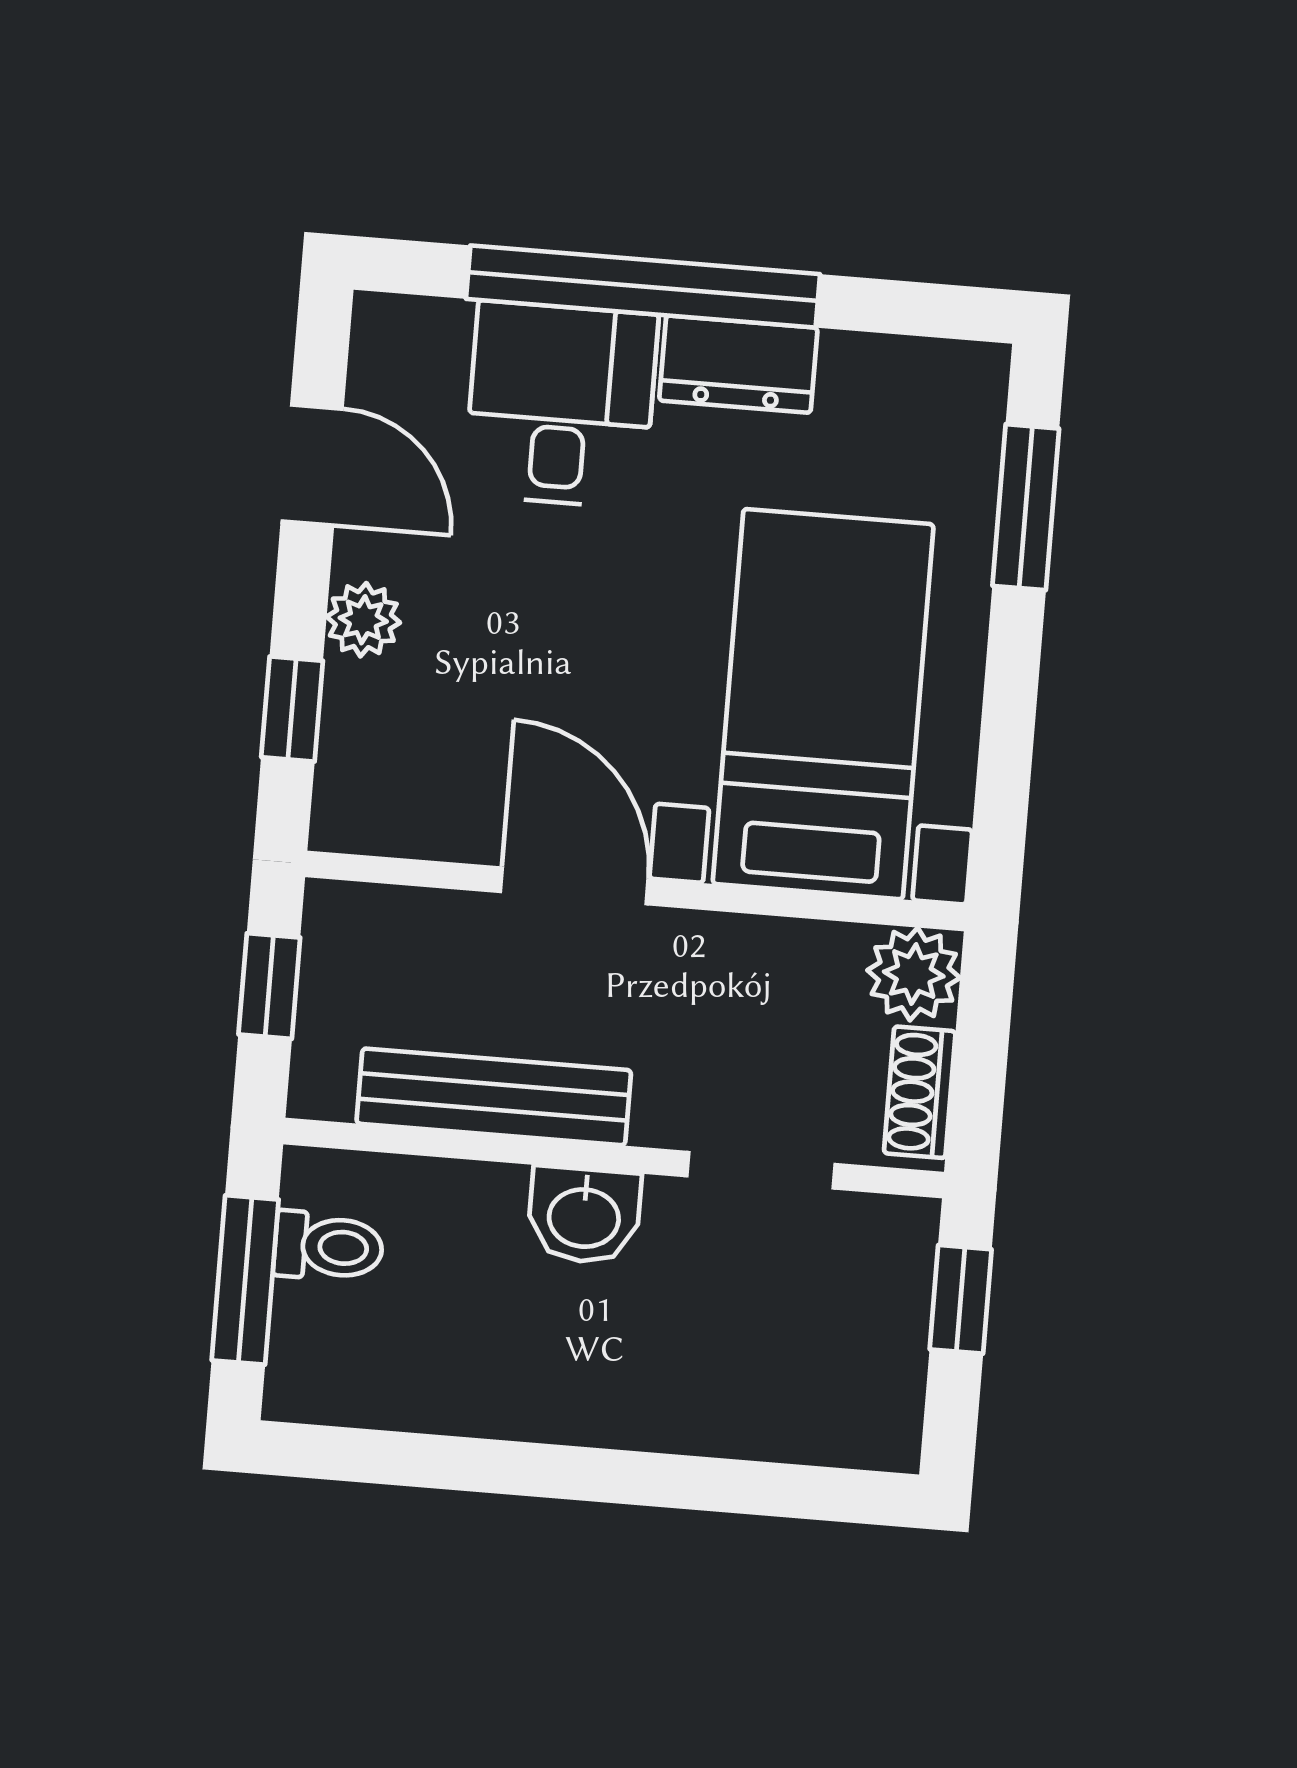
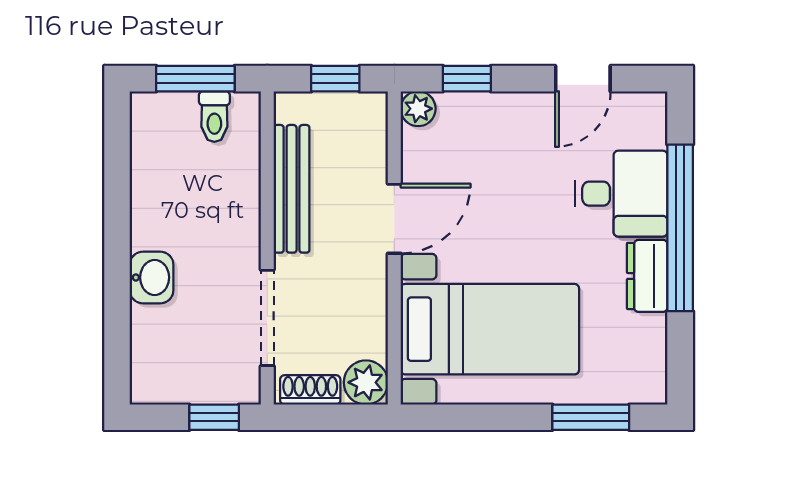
plant: (363, 620) -> (418, 109), moved
doorway: (761, 1170) -> (267, 318), width x1.38
washbasin: (584, 1215) -> (152, 277), moved, turned 180

